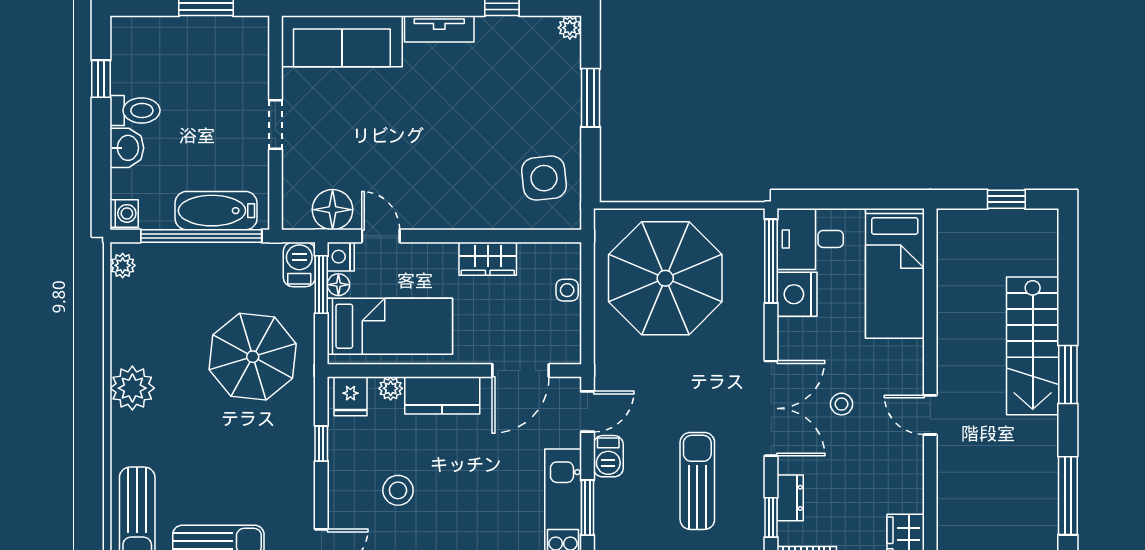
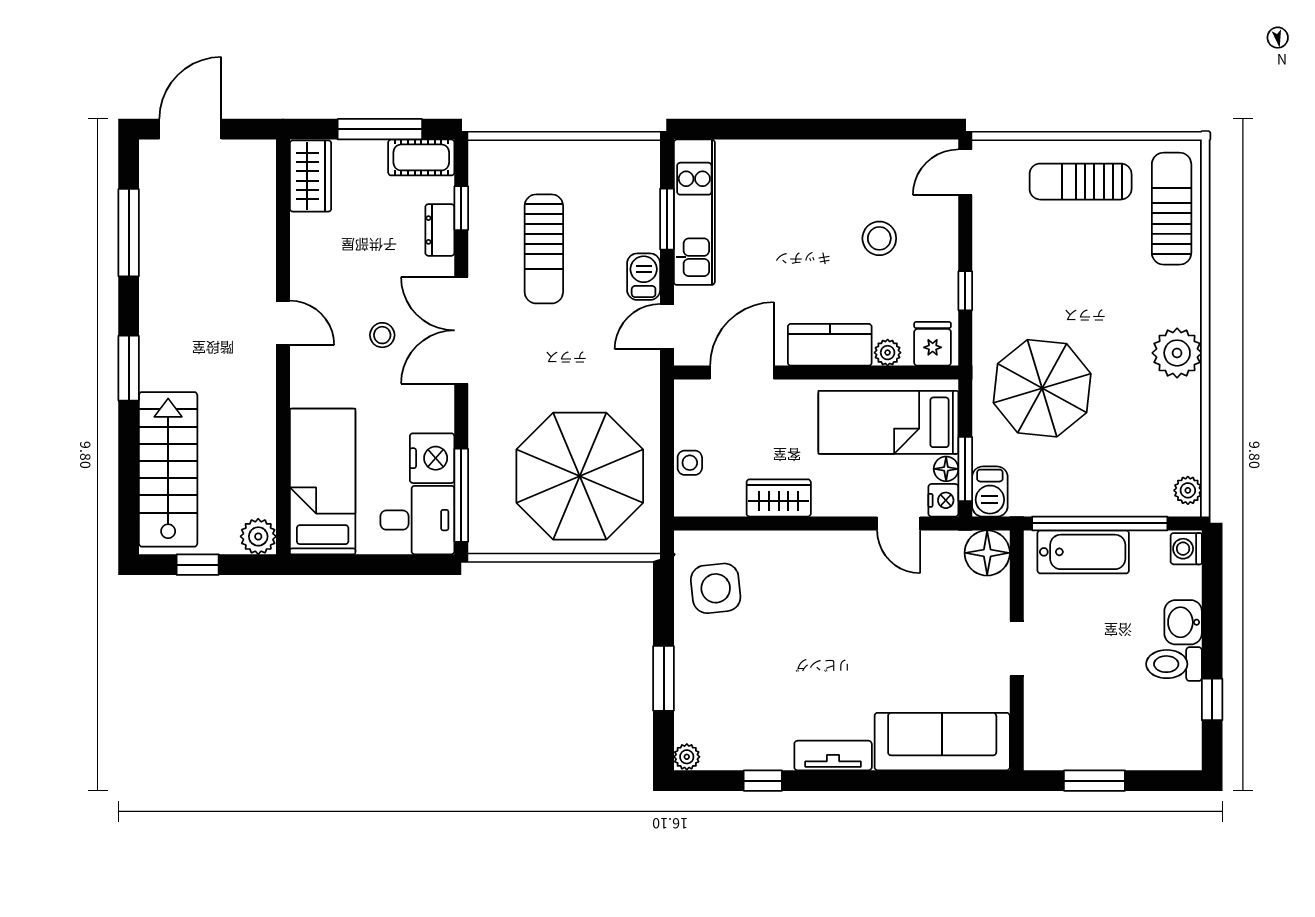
floor lamp: (333, 210) -> (987, 553), moved
plant: (952, 224) -> (258, 536), added
stairs: (1033, 346) -> (168, 469), moved

